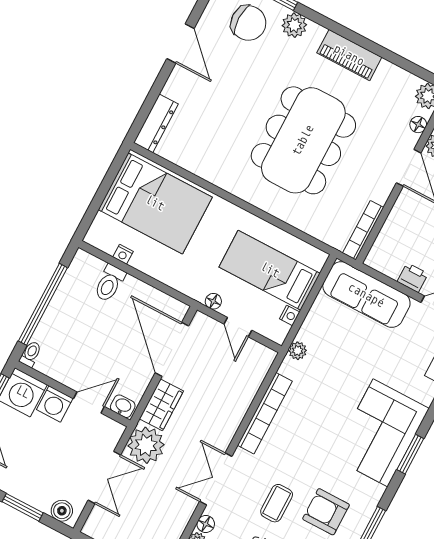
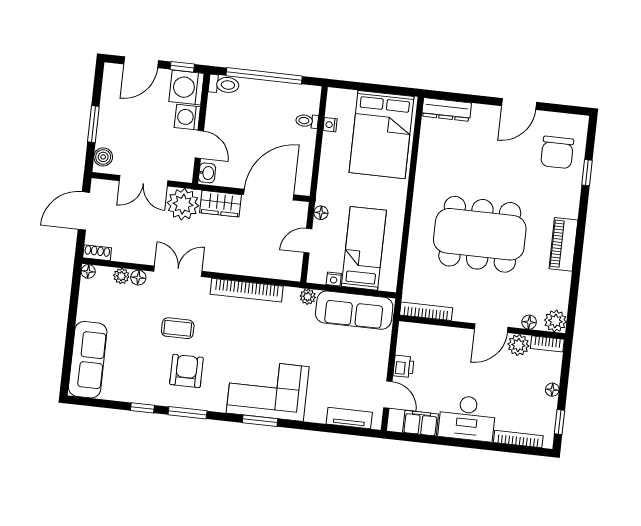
plant: (294, 25) -> (570, 190), removed
toilet: (110, 283) -> (307, 121), width x0.73, depth x0.72
sofa: (366, 295) -> (354, 310), moved, turned -90
toilet: (31, 354) -> (224, 85), width x1.37, depth x1.39

